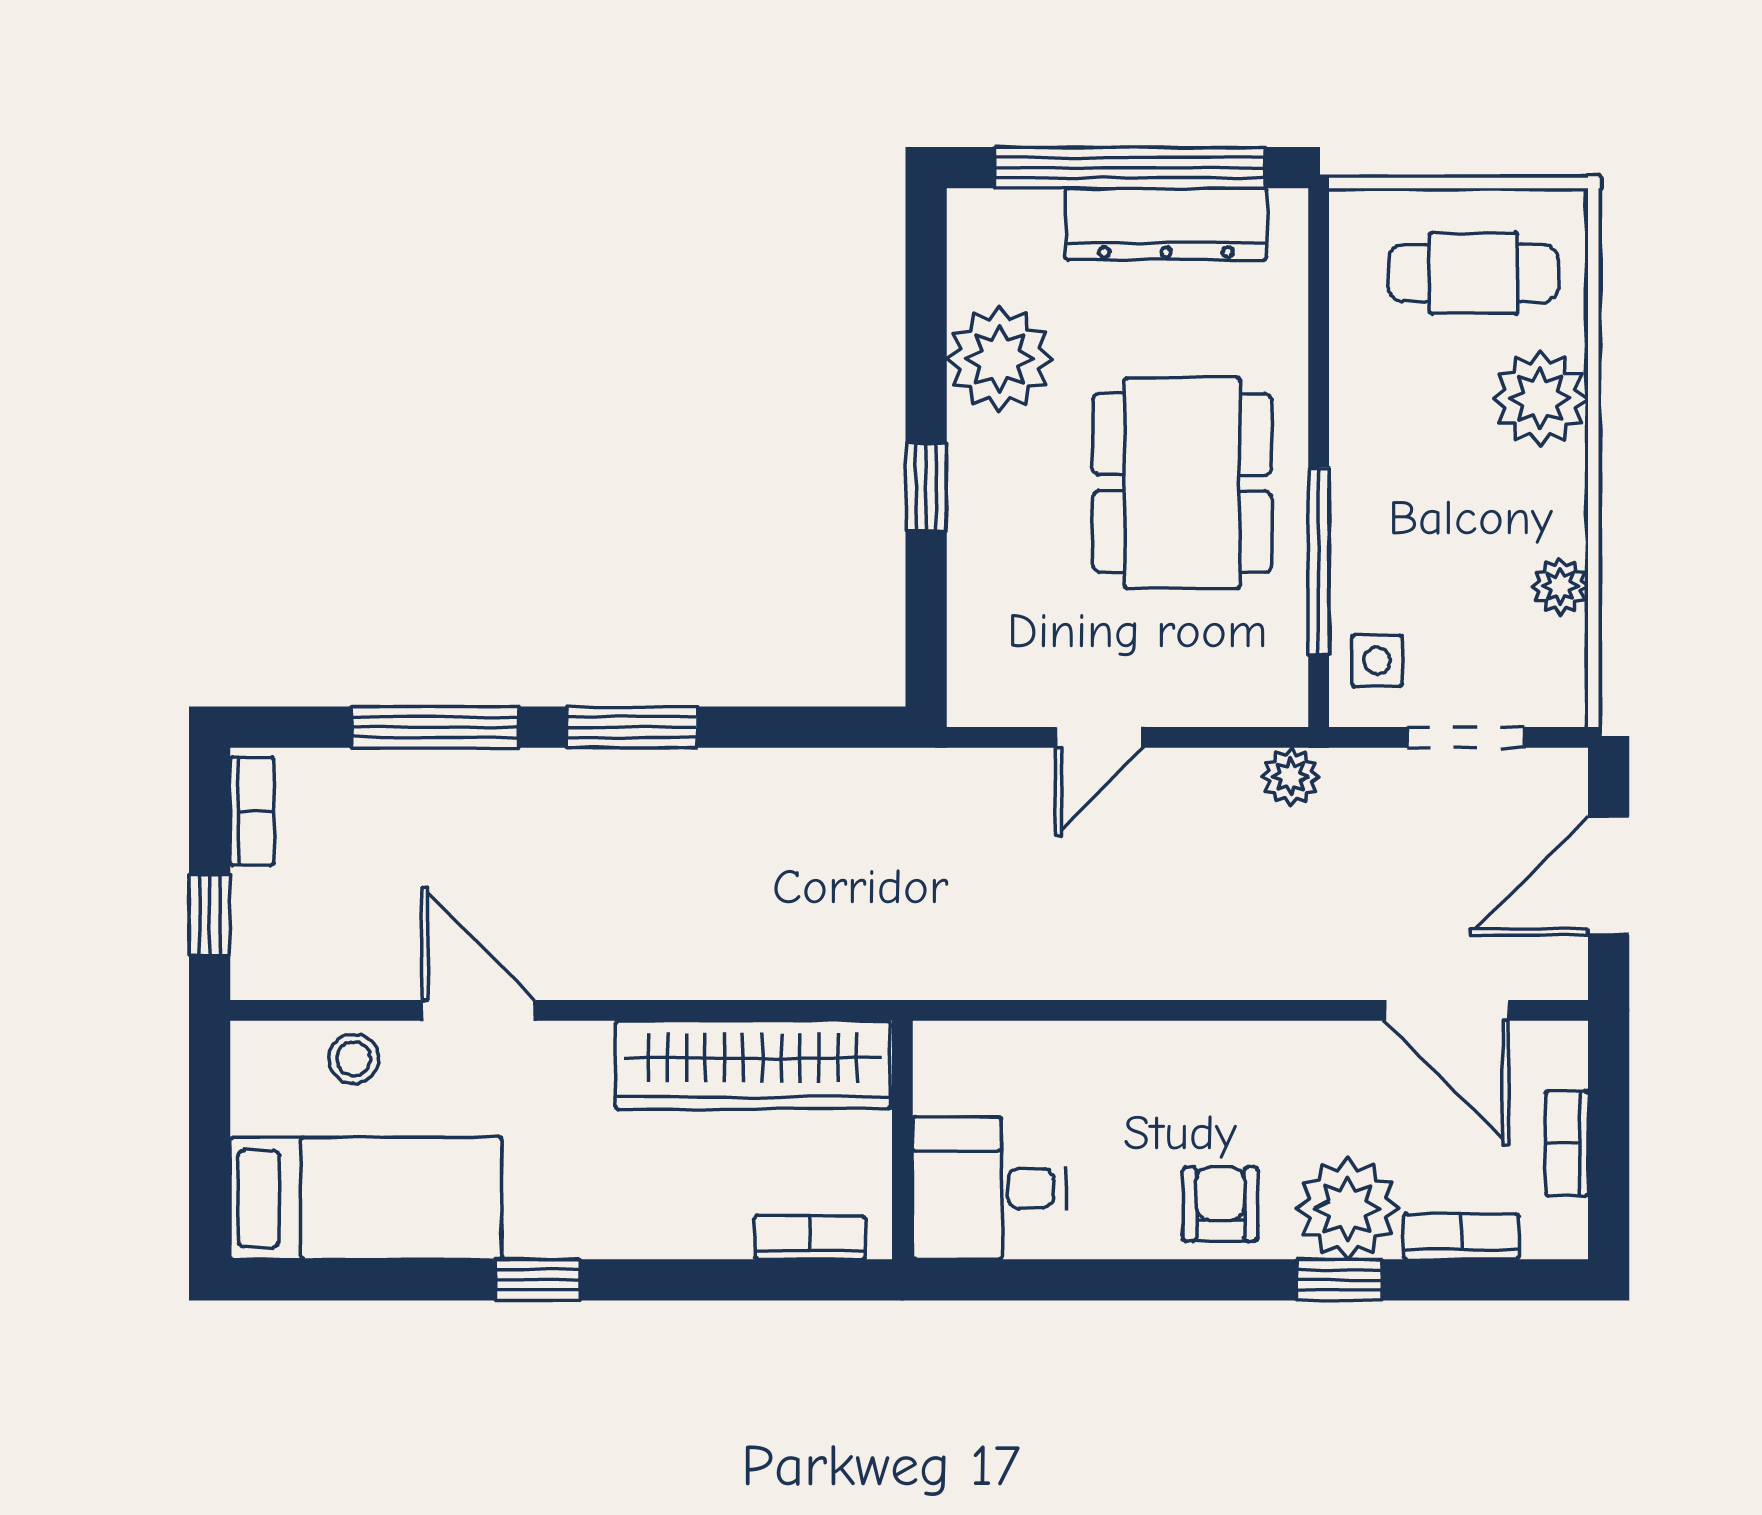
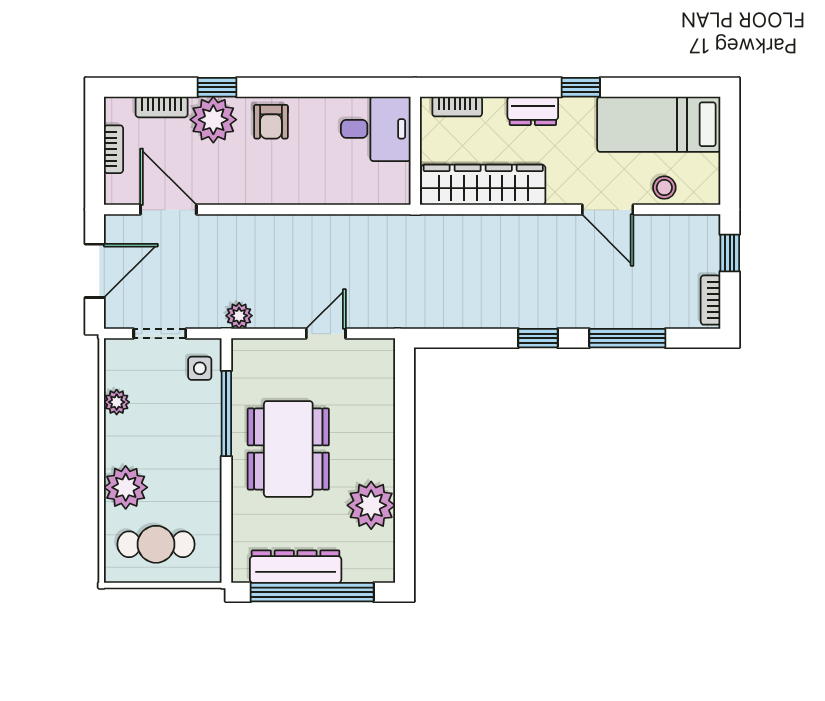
window: (926, 487) -> (404, 447), removed
window: (632, 727) -> (538, 338), width x0.67
dresser: (643, 1228) -> (533, 111), added

